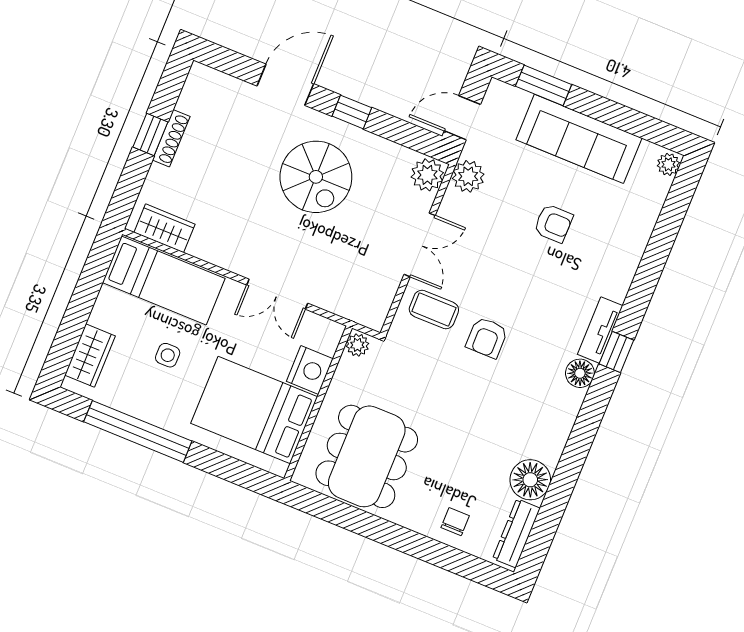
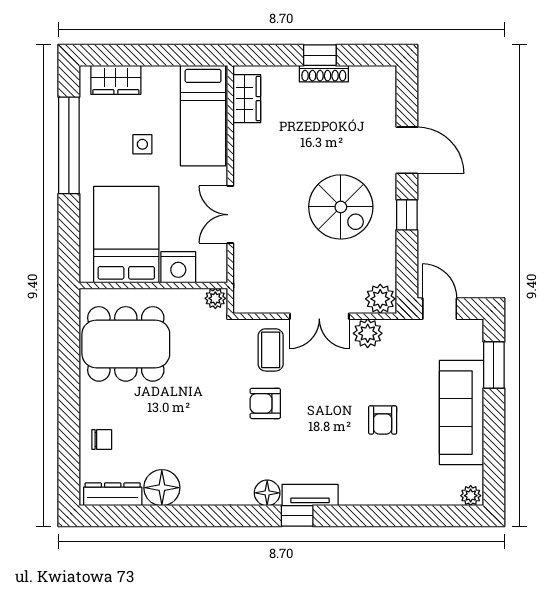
plant: (468, 176) -> (368, 333), moved
spiral stairs: (316, 177) -> (341, 207), turned -90

